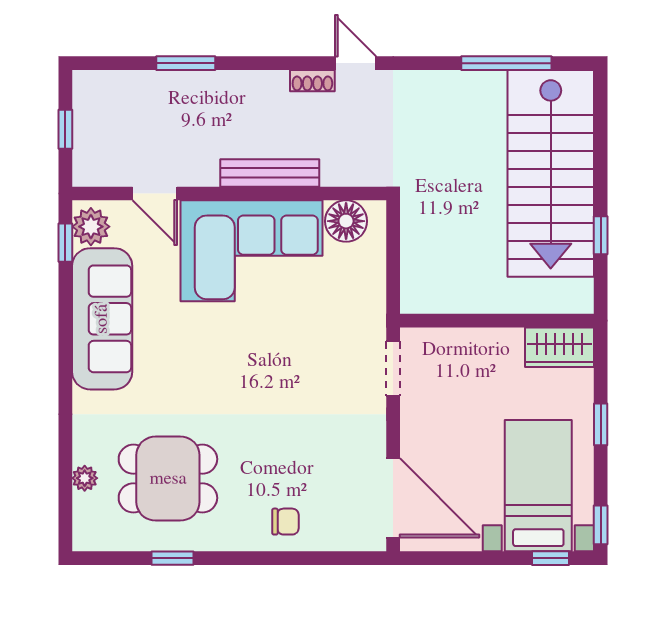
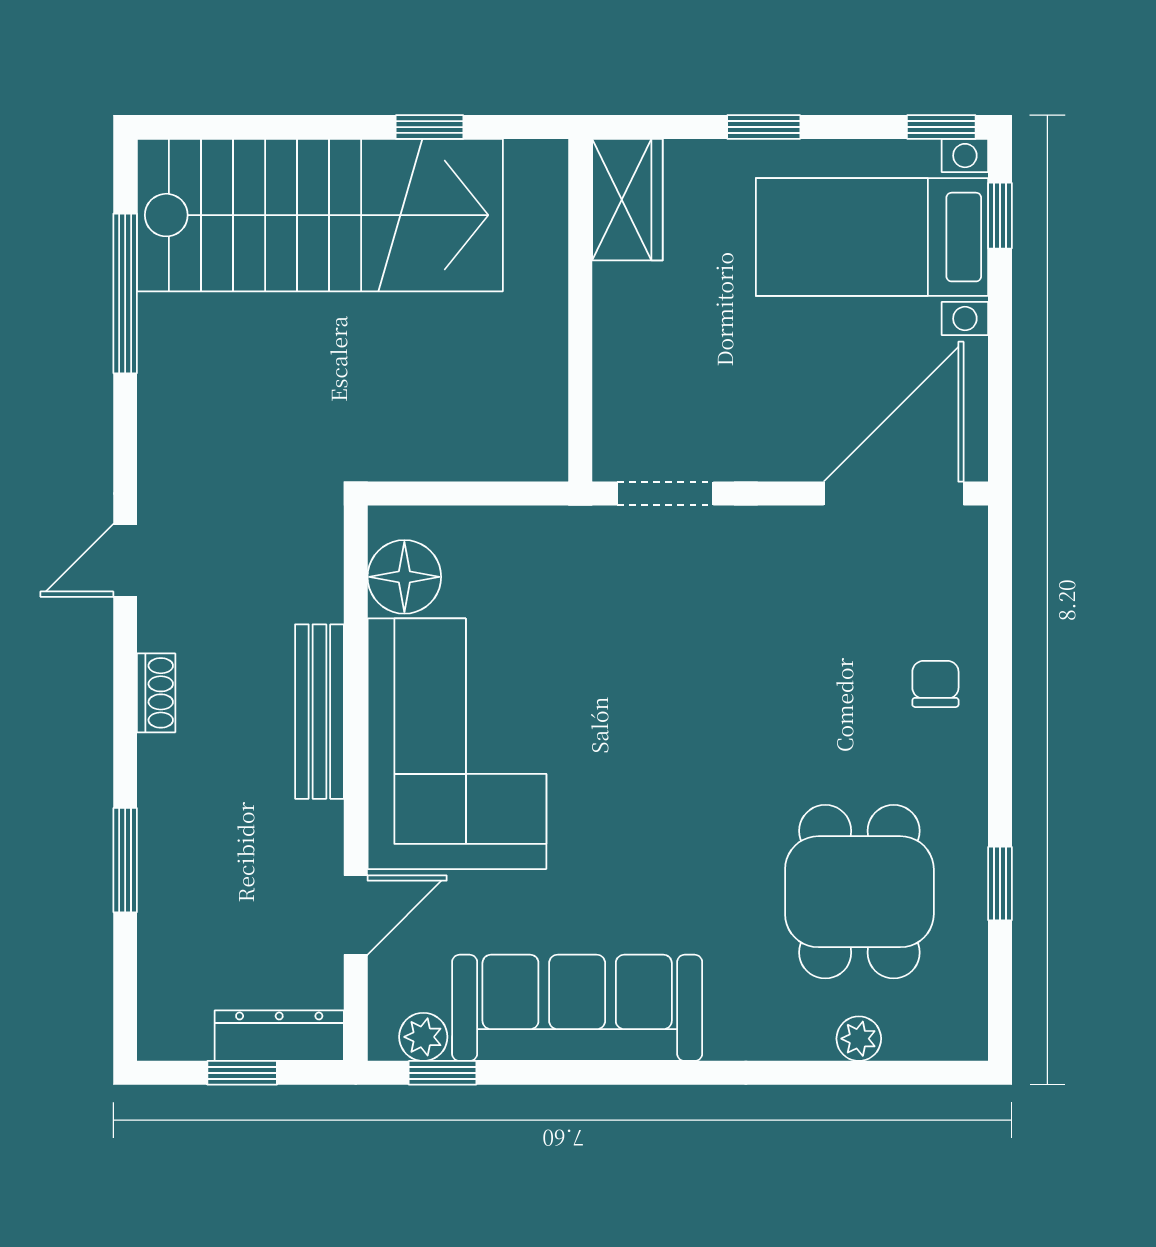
shoe rack: (312, 81) -> (156, 693), moved
dresser: (86, 150) -> (279, 1036), added
plant: (91, 227) -> (423, 1037), width x0.73, depth x0.73

